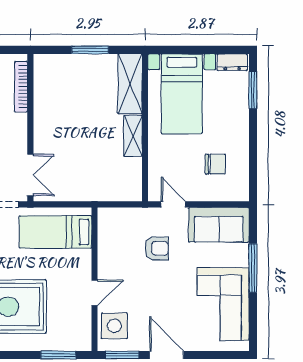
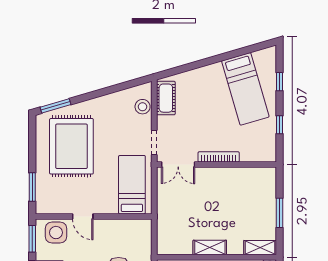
shelving: (130, 84) -> (260, 248), width x0.67, depth x0.75
bookcase: (21, 87) -> (219, 157), moved

